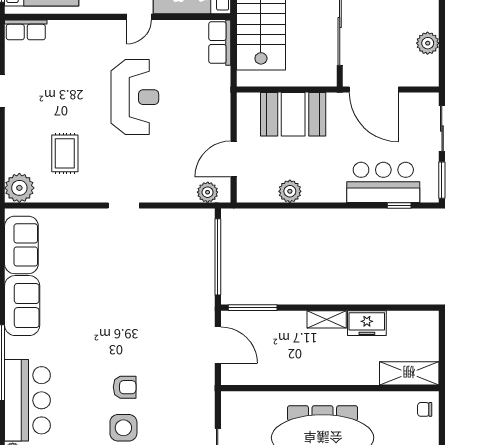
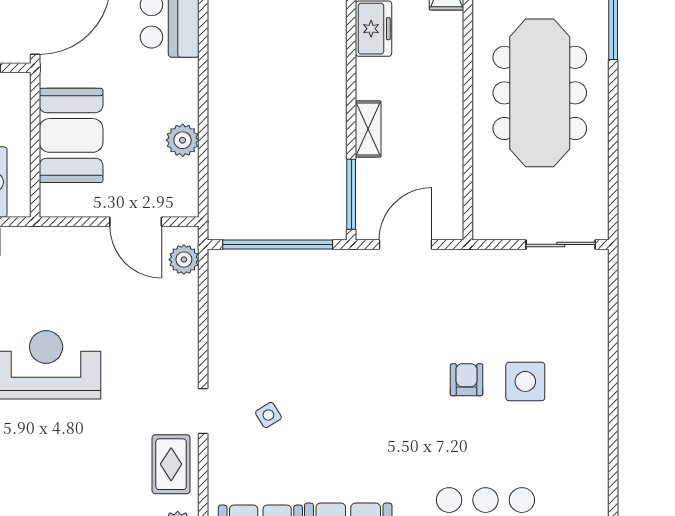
rug: (65, 153) -> (171, 464), moved, turned 90
doorway: (124, 205) -> (203, 411), moved
side table: (100, 251) -> (268, 415), added
shelving: (327, 319) -> (368, 129), moved

